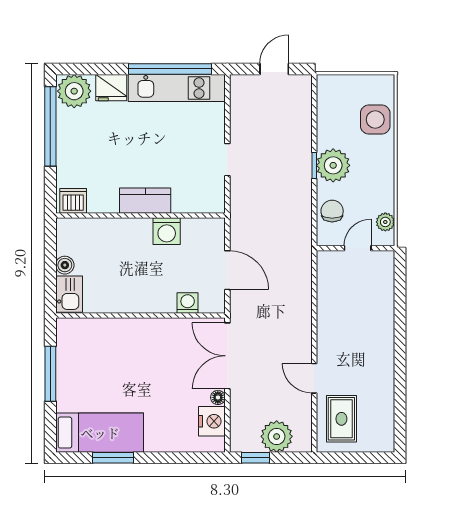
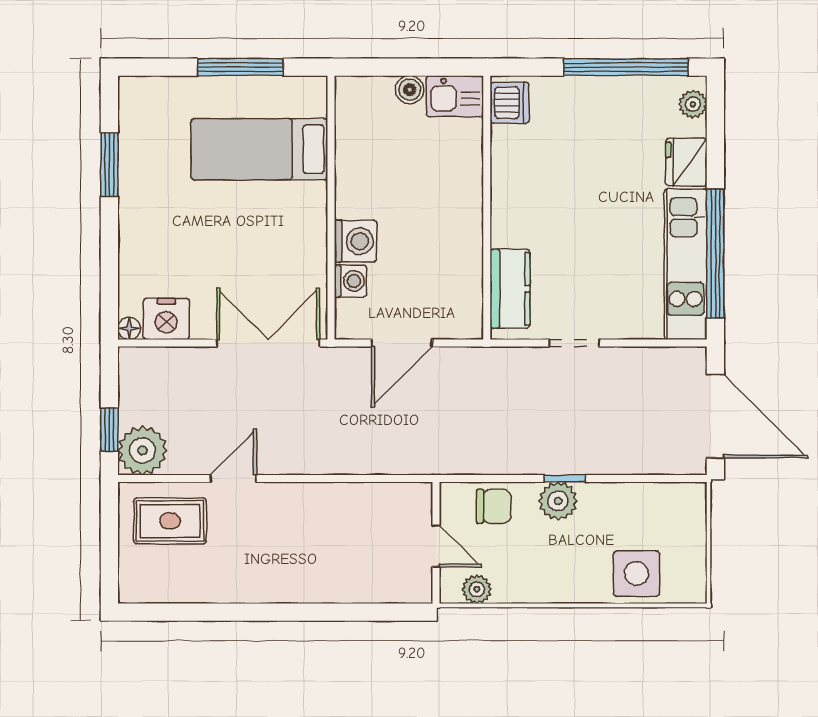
door: (274, 69) -> (715, 416), width x1.88
plant: (74, 91) -> (693, 104), width x0.53, depth x0.53
plant: (333, 165) -> (558, 501), width x0.73, depth x0.73
kitchen counter: (145, 201) -> (510, 289), moved
washing machine: (167, 231) -> (356, 241), moved, turned 180
kitchen sink: (69, 294) -> (455, 96), moved
floor lamp: (218, 397) -> (129, 328), moved
bed: (100, 433) -> (259, 149), moved, turned 90
plant: (277, 436) -> (142, 450), moved
window: (255, 458) -> (109, 430), moved

